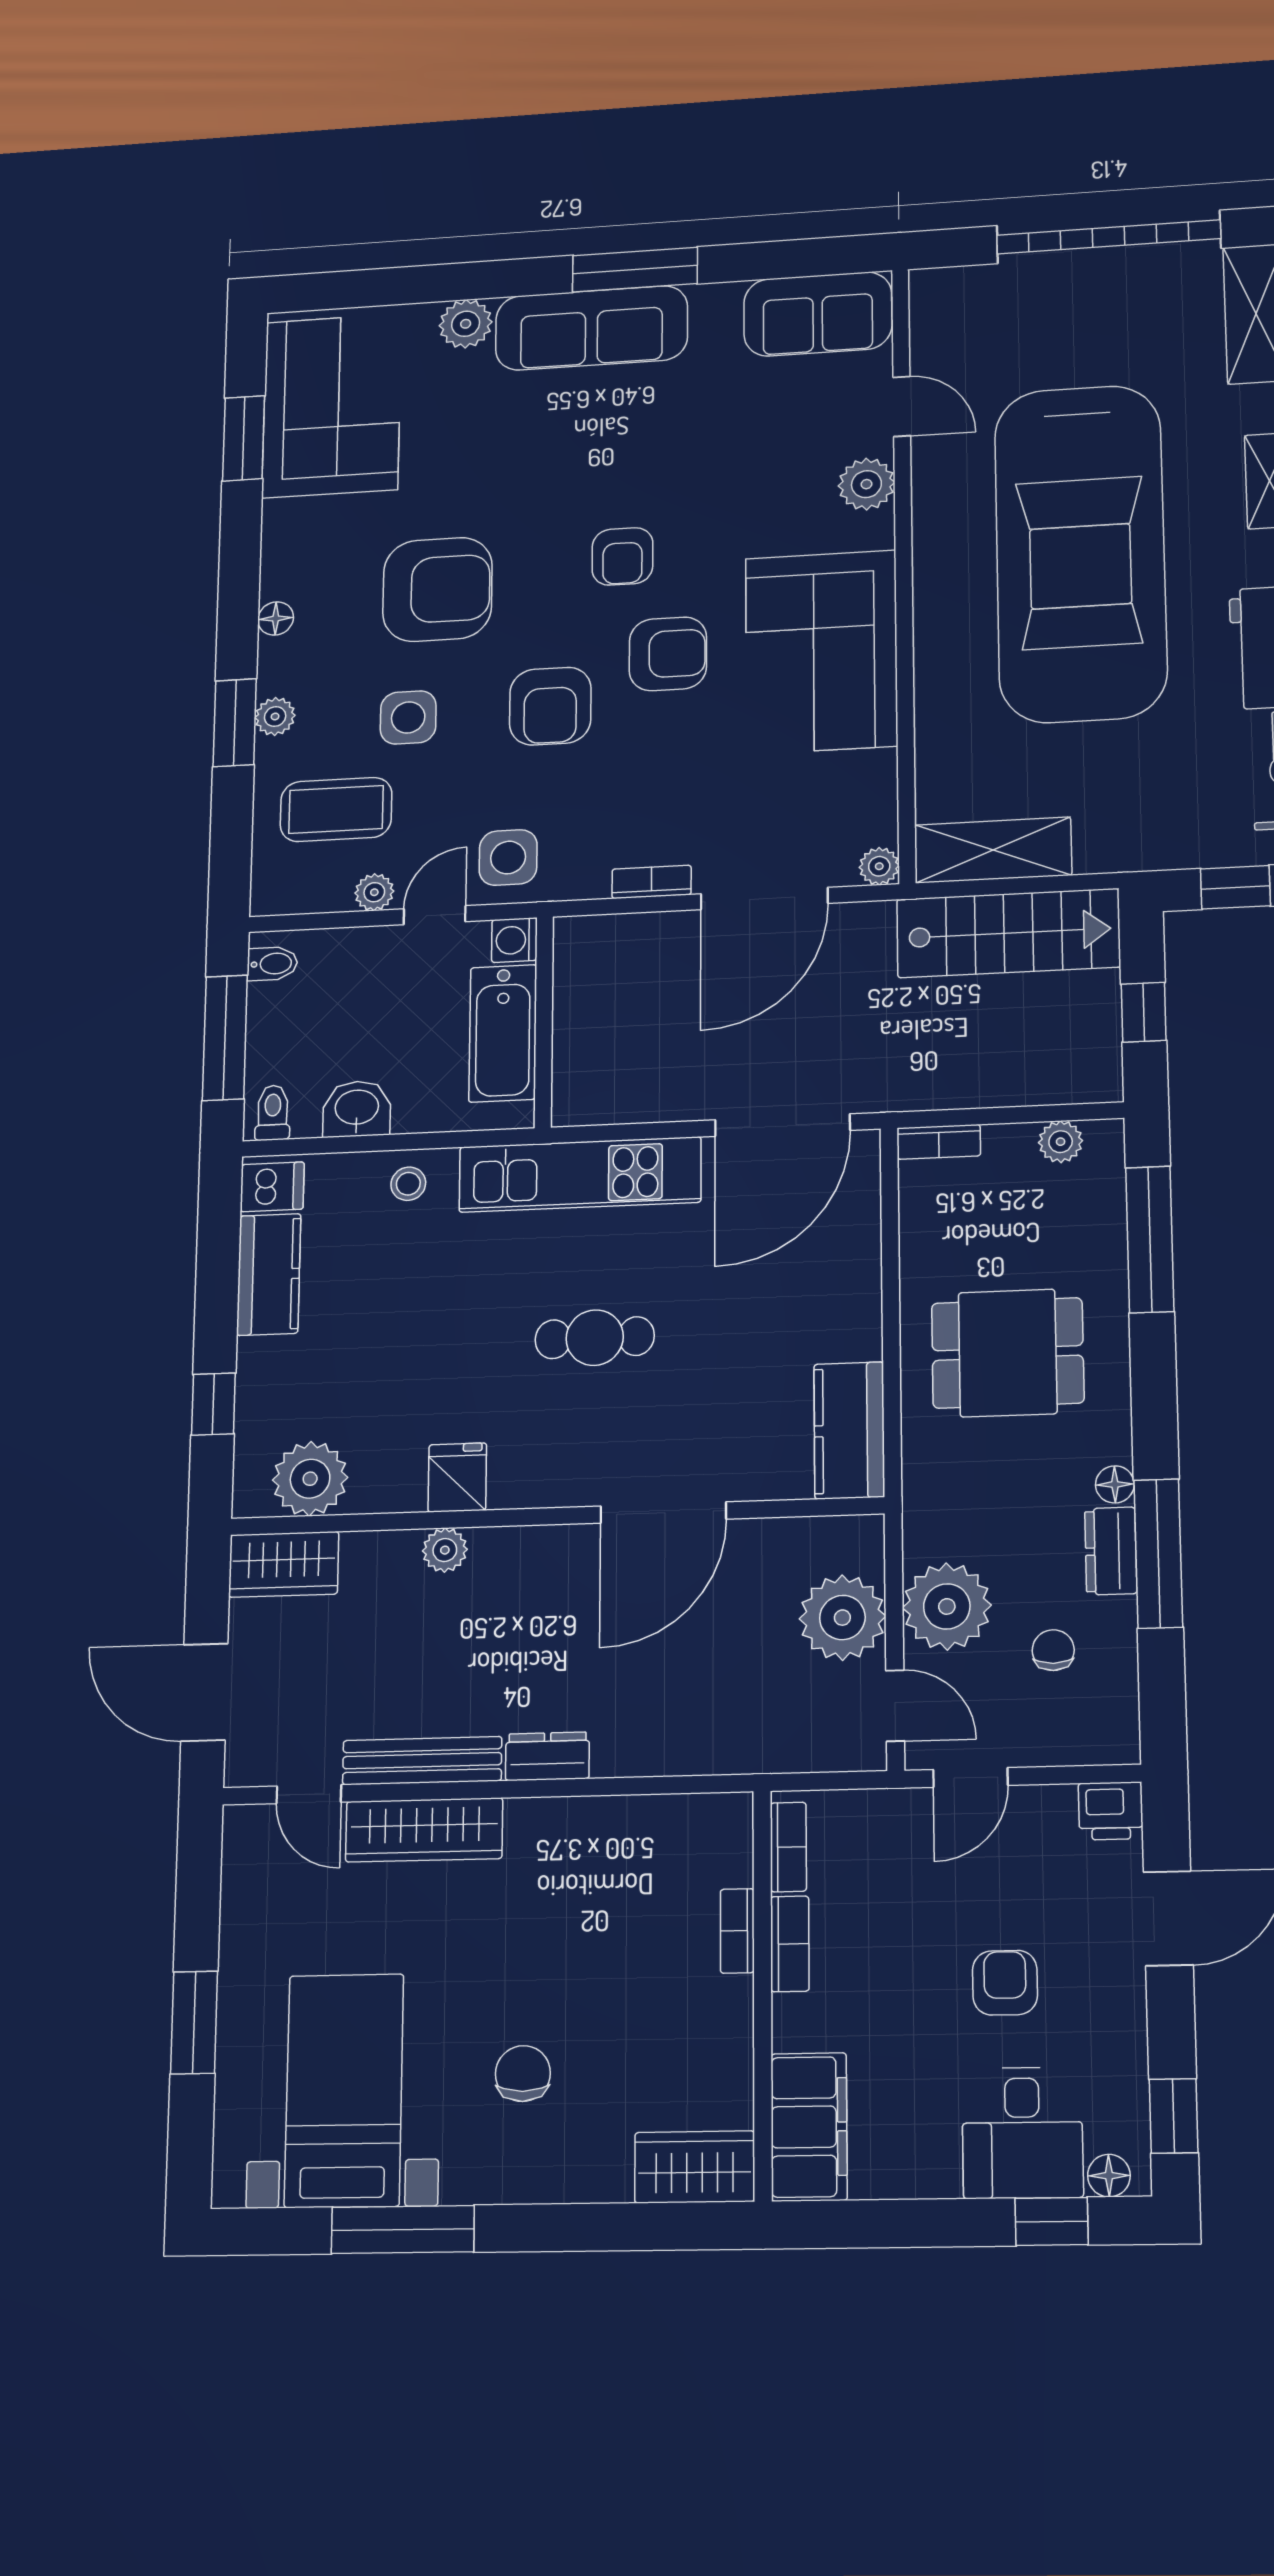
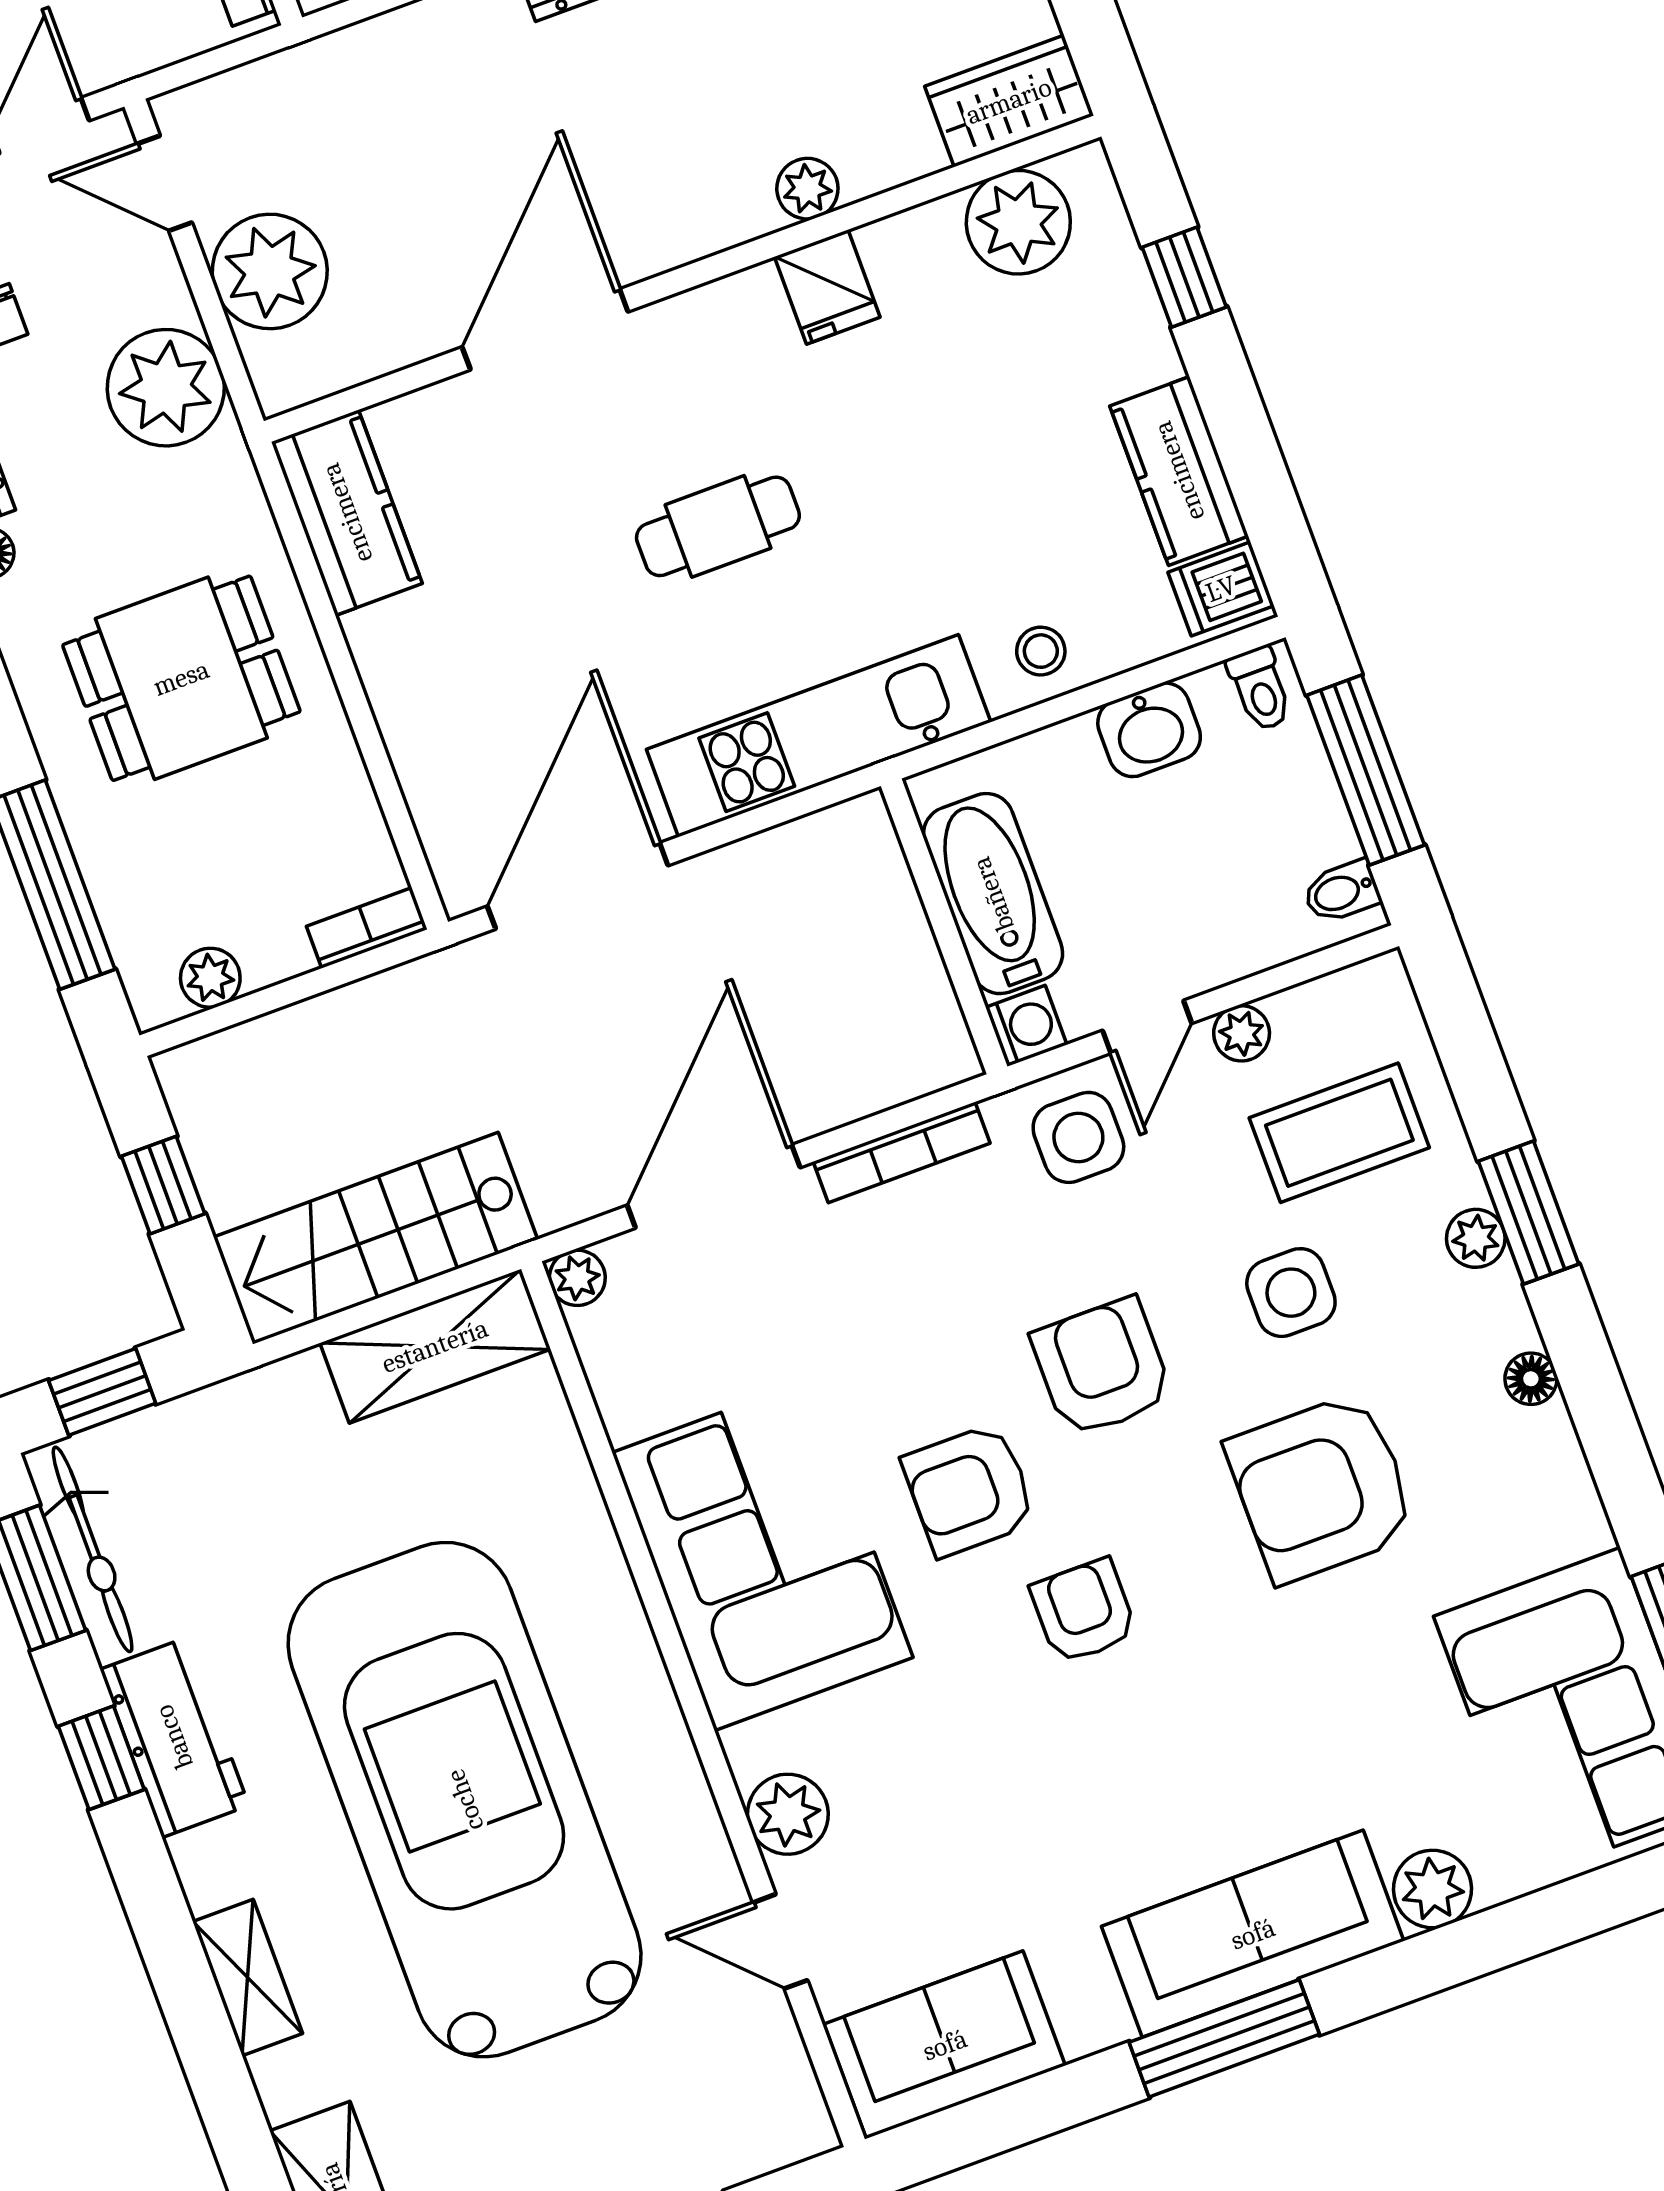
bookcase: (652, 882) -> (902, 1152), width x1.56
plant: (947, 1606) -> (166, 388), moved

